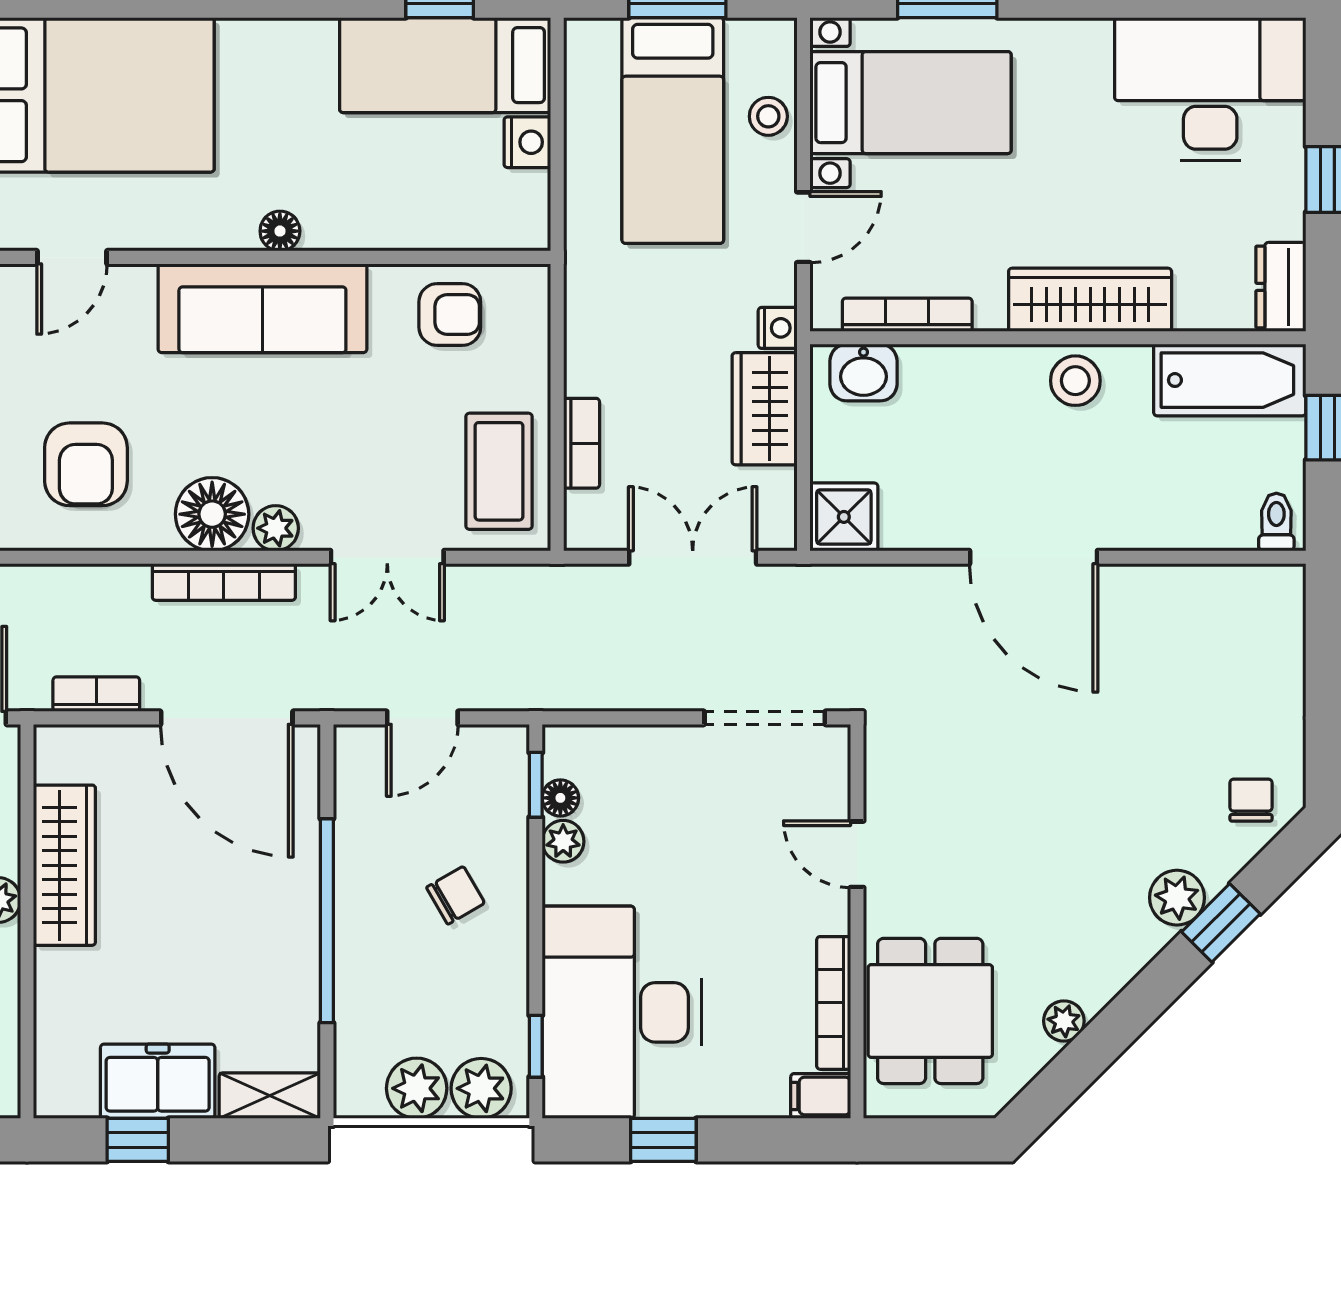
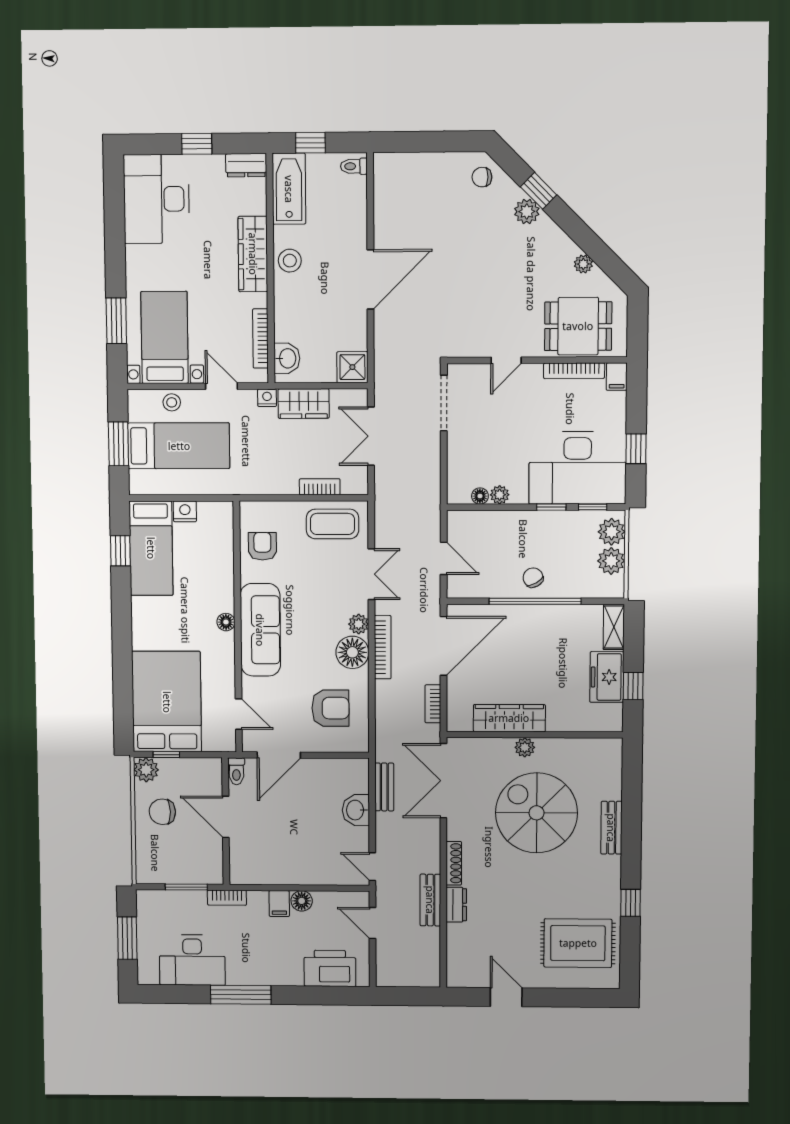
window: (536, 785) -> (551, 507), moved
chair: (456, 895) -> (533, 578), moved

